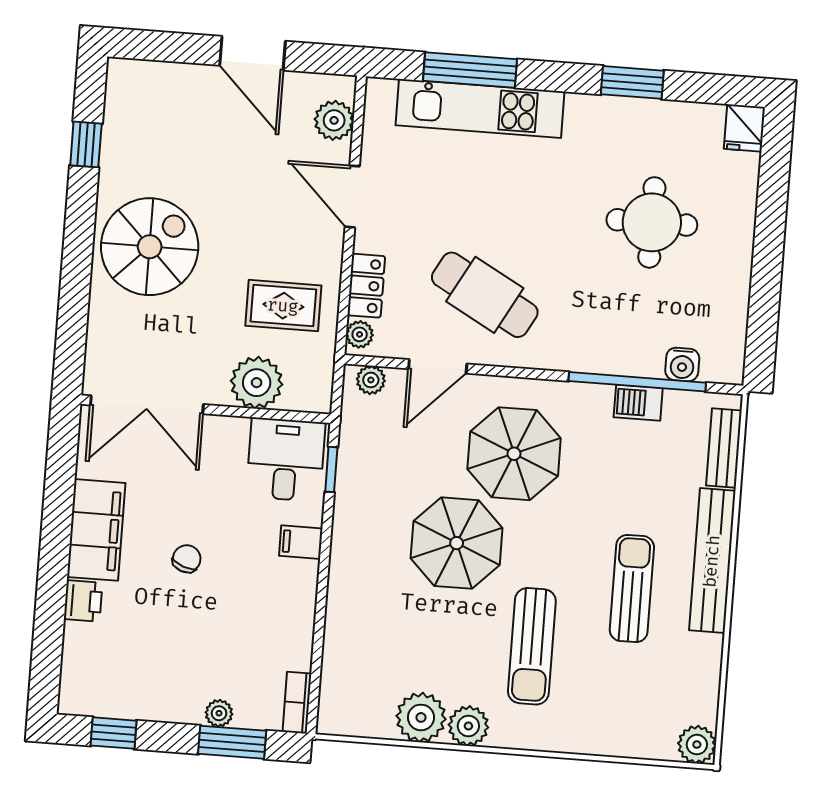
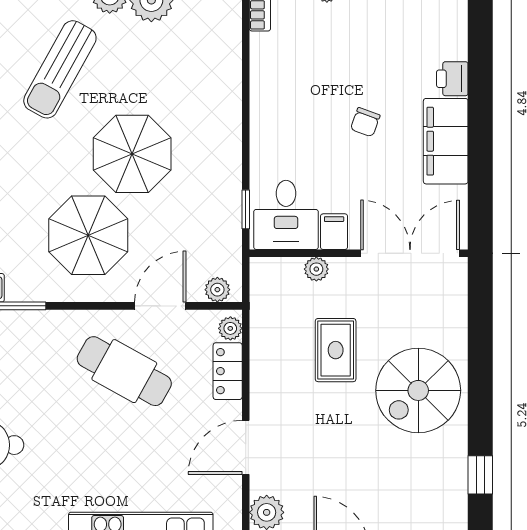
door: (352, 197) -> (246, 447), swing flipped
rug: (283, 306) -> (336, 350), moved, turned 90
plant: (257, 383) -> (316, 269), width x0.53, depth x0.53
filing cabinet: (301, 542) -> (334, 232), moved, turned -90
sun lounger: (532, 646) -> (60, 69), turned -151

